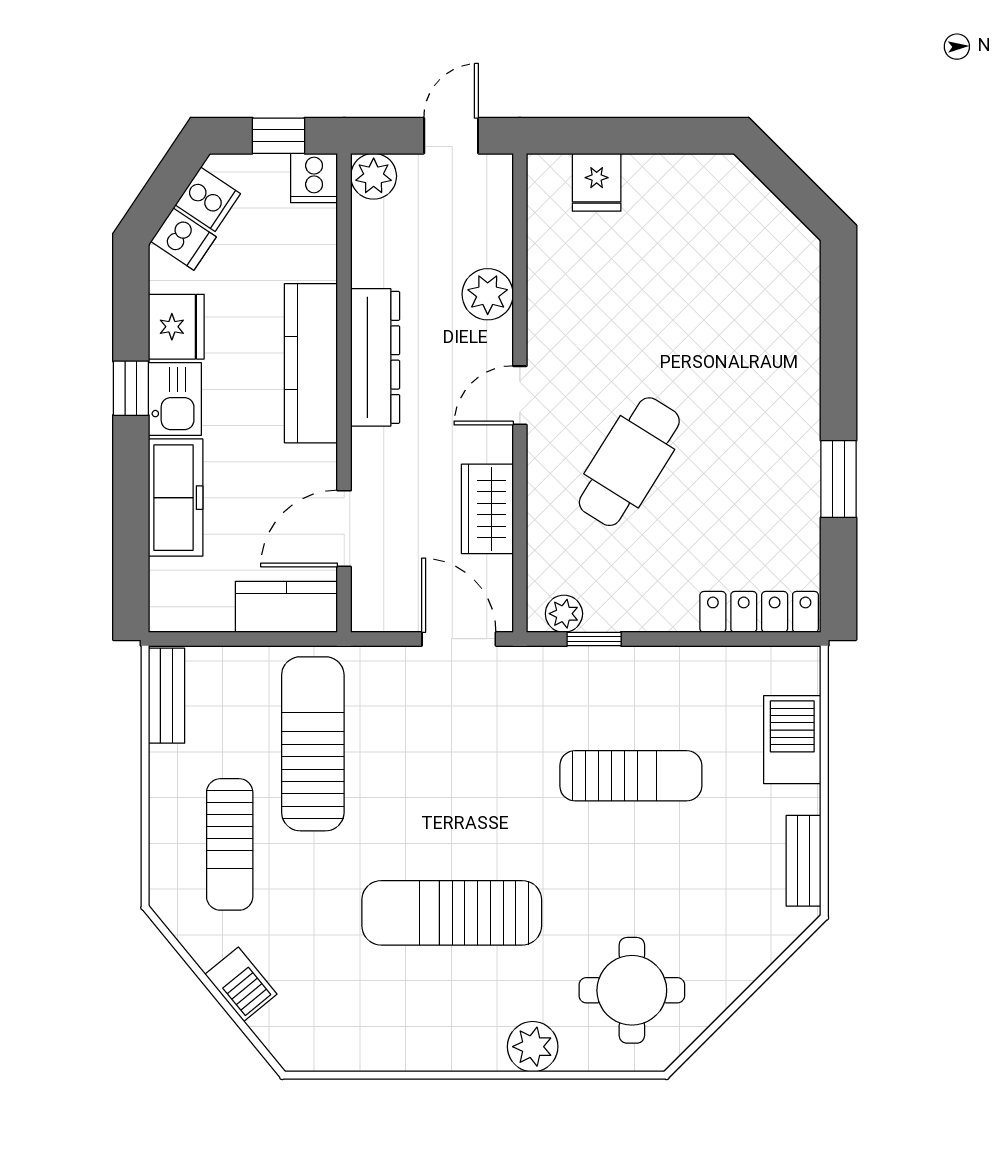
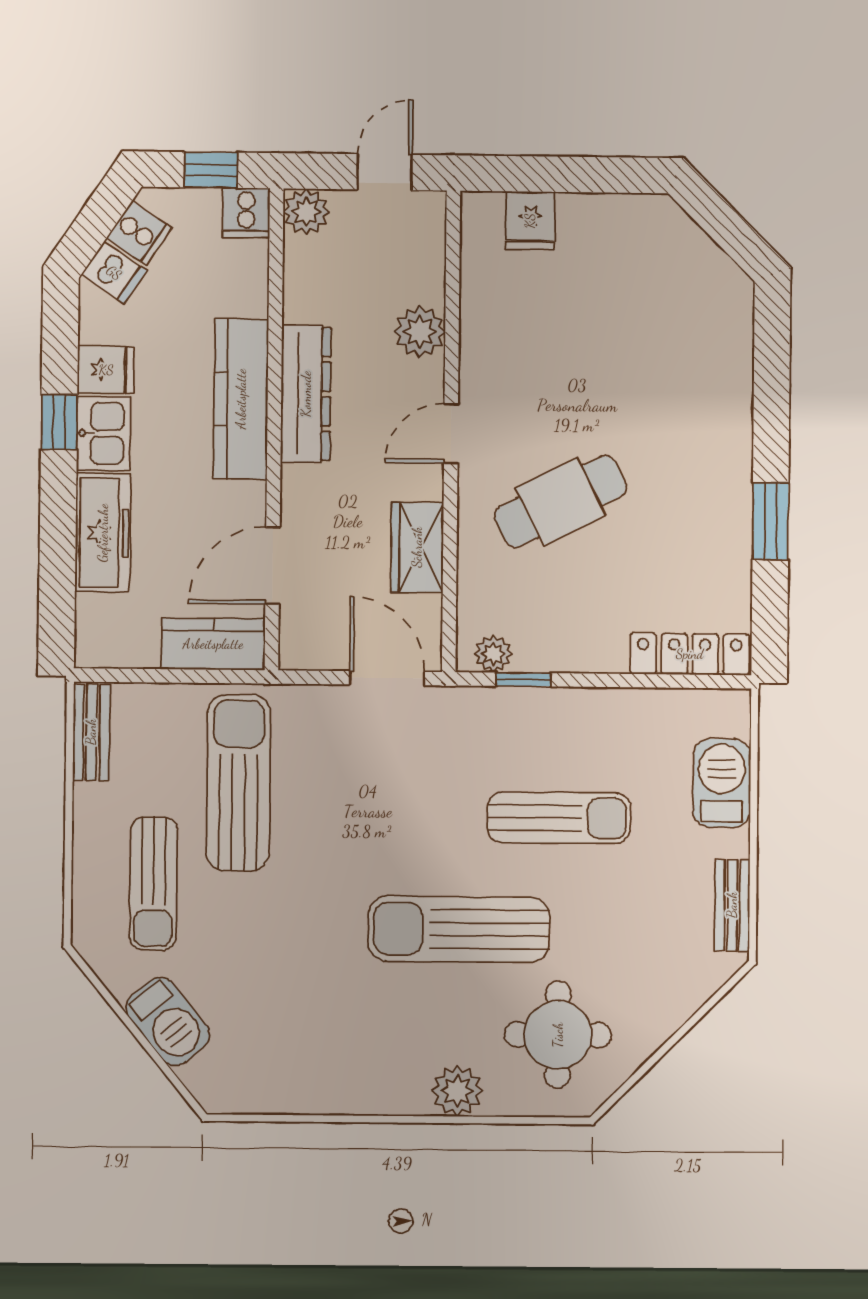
fridge: (176, 327) -> (106, 370), width x0.72
cafe table: (629, 462) -> (560, 501), turned 31
sun lounger: (452, 913) -> (459, 929), moved
barbecue: (241, 984) -> (168, 1021), width x1.38, depth x1.27

